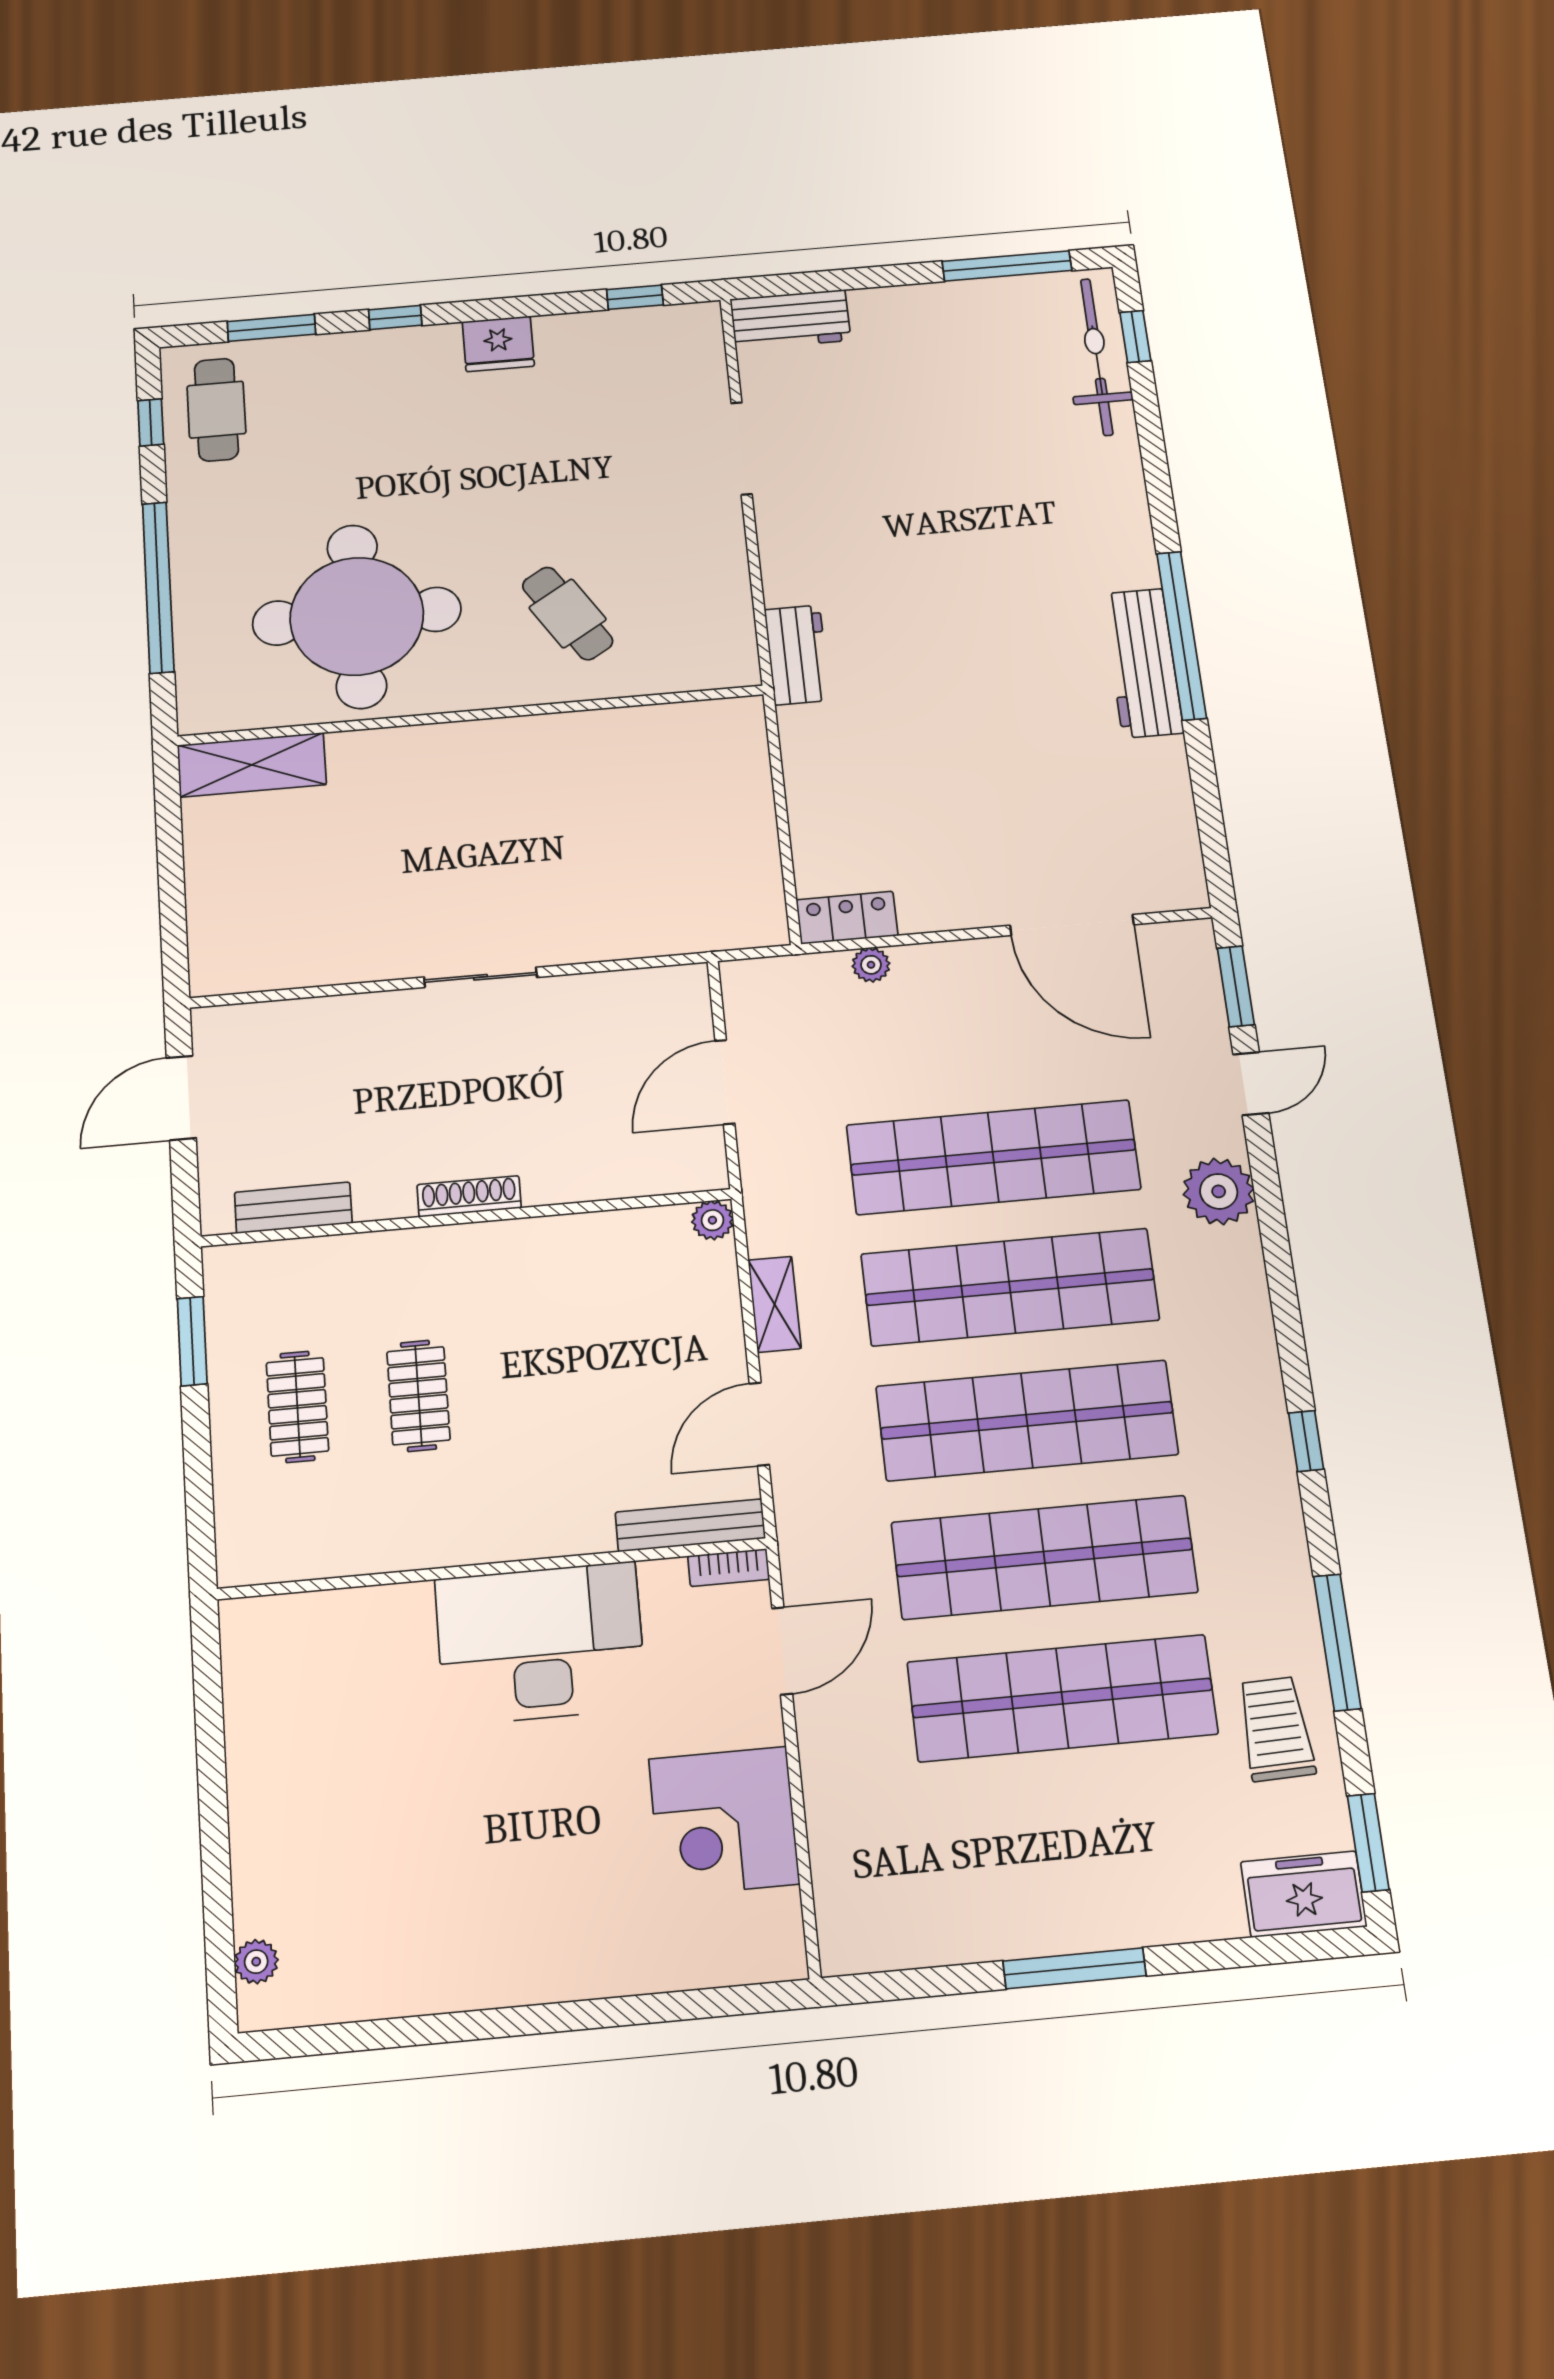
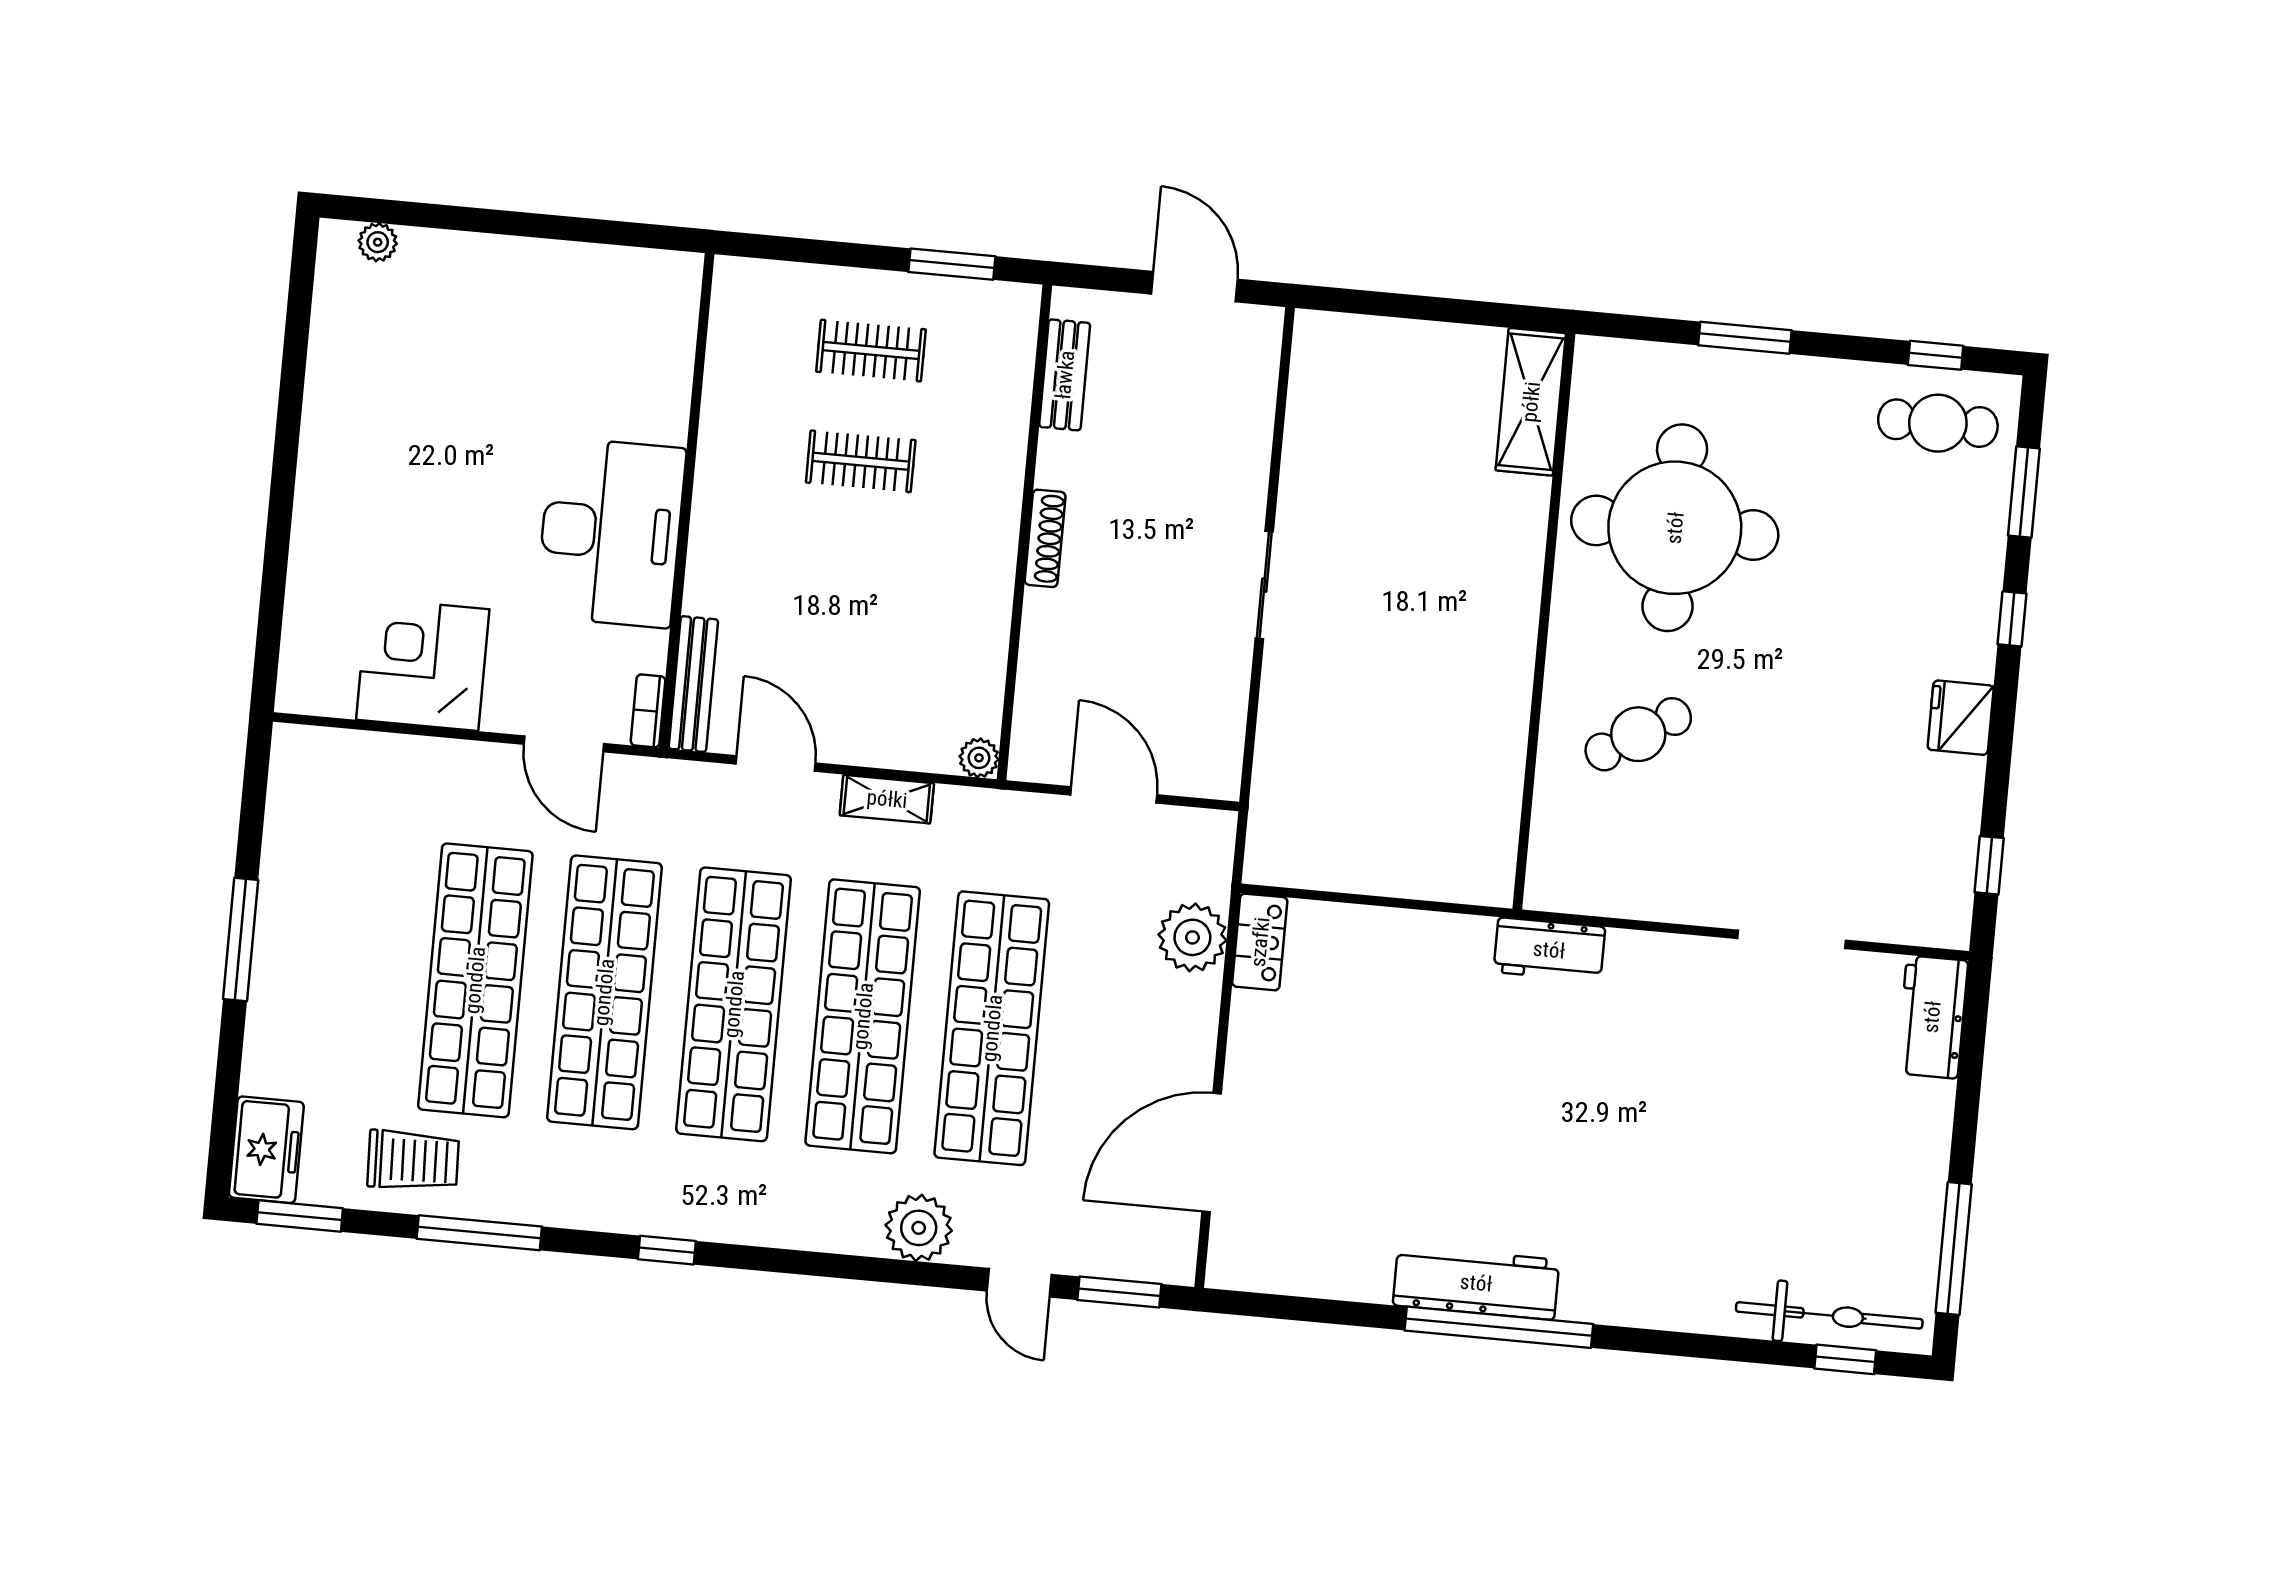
window: (158, 587) -> (1745, 338), width x0.47
plant: (871, 965) -> (1192, 937), width x1.88, depth x1.88

